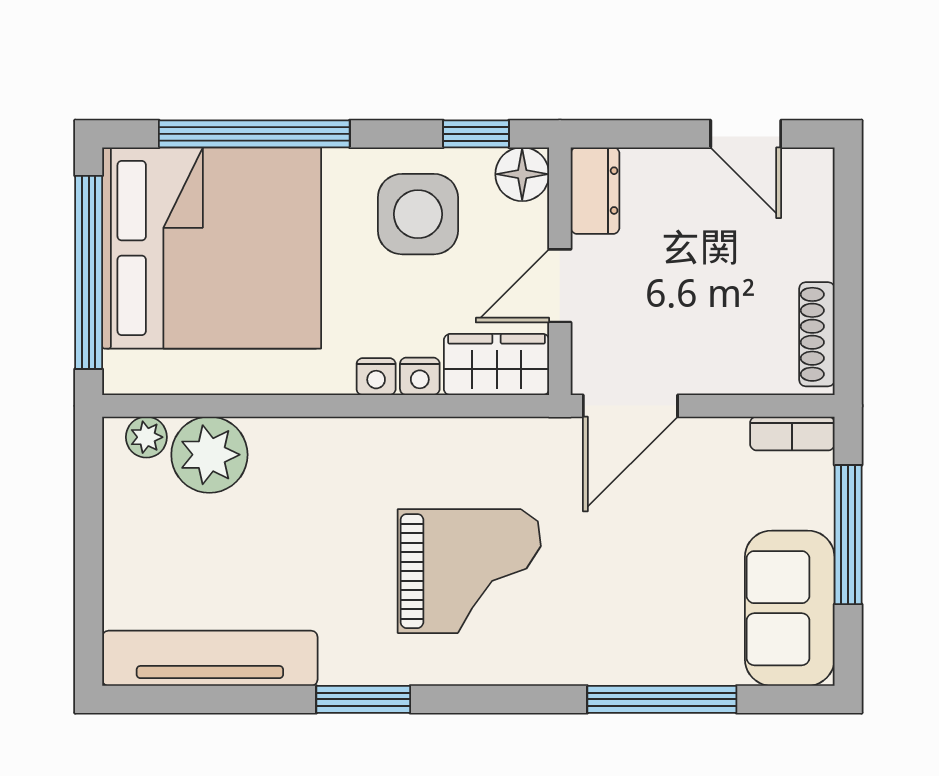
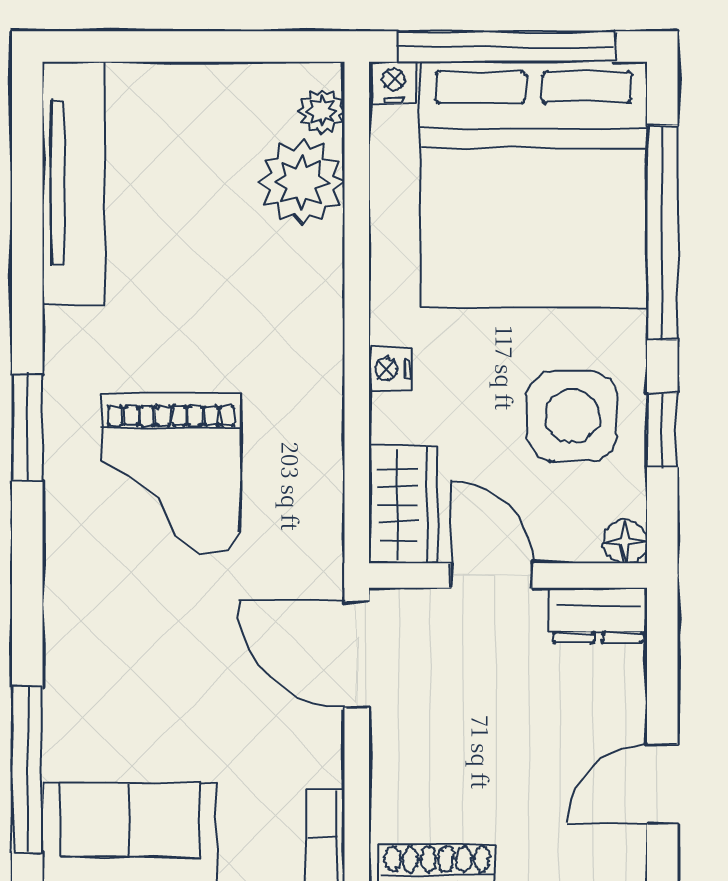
window: (476, 134) -> (662, 430), moved
floor lamp: (522, 174) -> (625, 541), width x0.73, depth x0.73
nightstand: (420, 376) -> (394, 83), moved, turned 90
window: (363, 699) -> (27, 428), moved
window: (662, 699) -> (27, 770), moved

